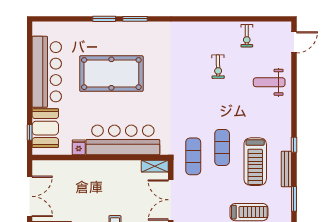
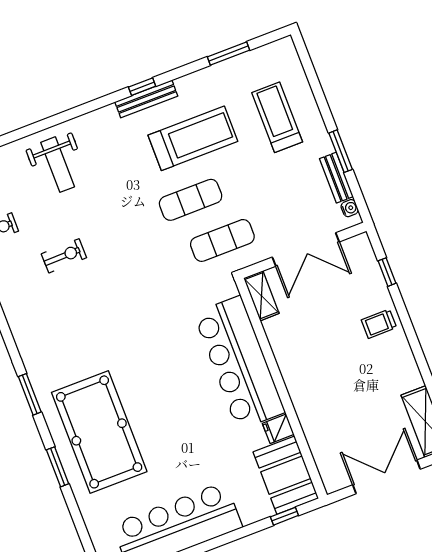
window: (135, 19) -> (30, 394), moved
pool table: (111, 74) -> (99, 432), moved
booth: (45, 128) -> (286, 475), moved, turned 90
bench: (286, 169) -> (146, 99), moved

